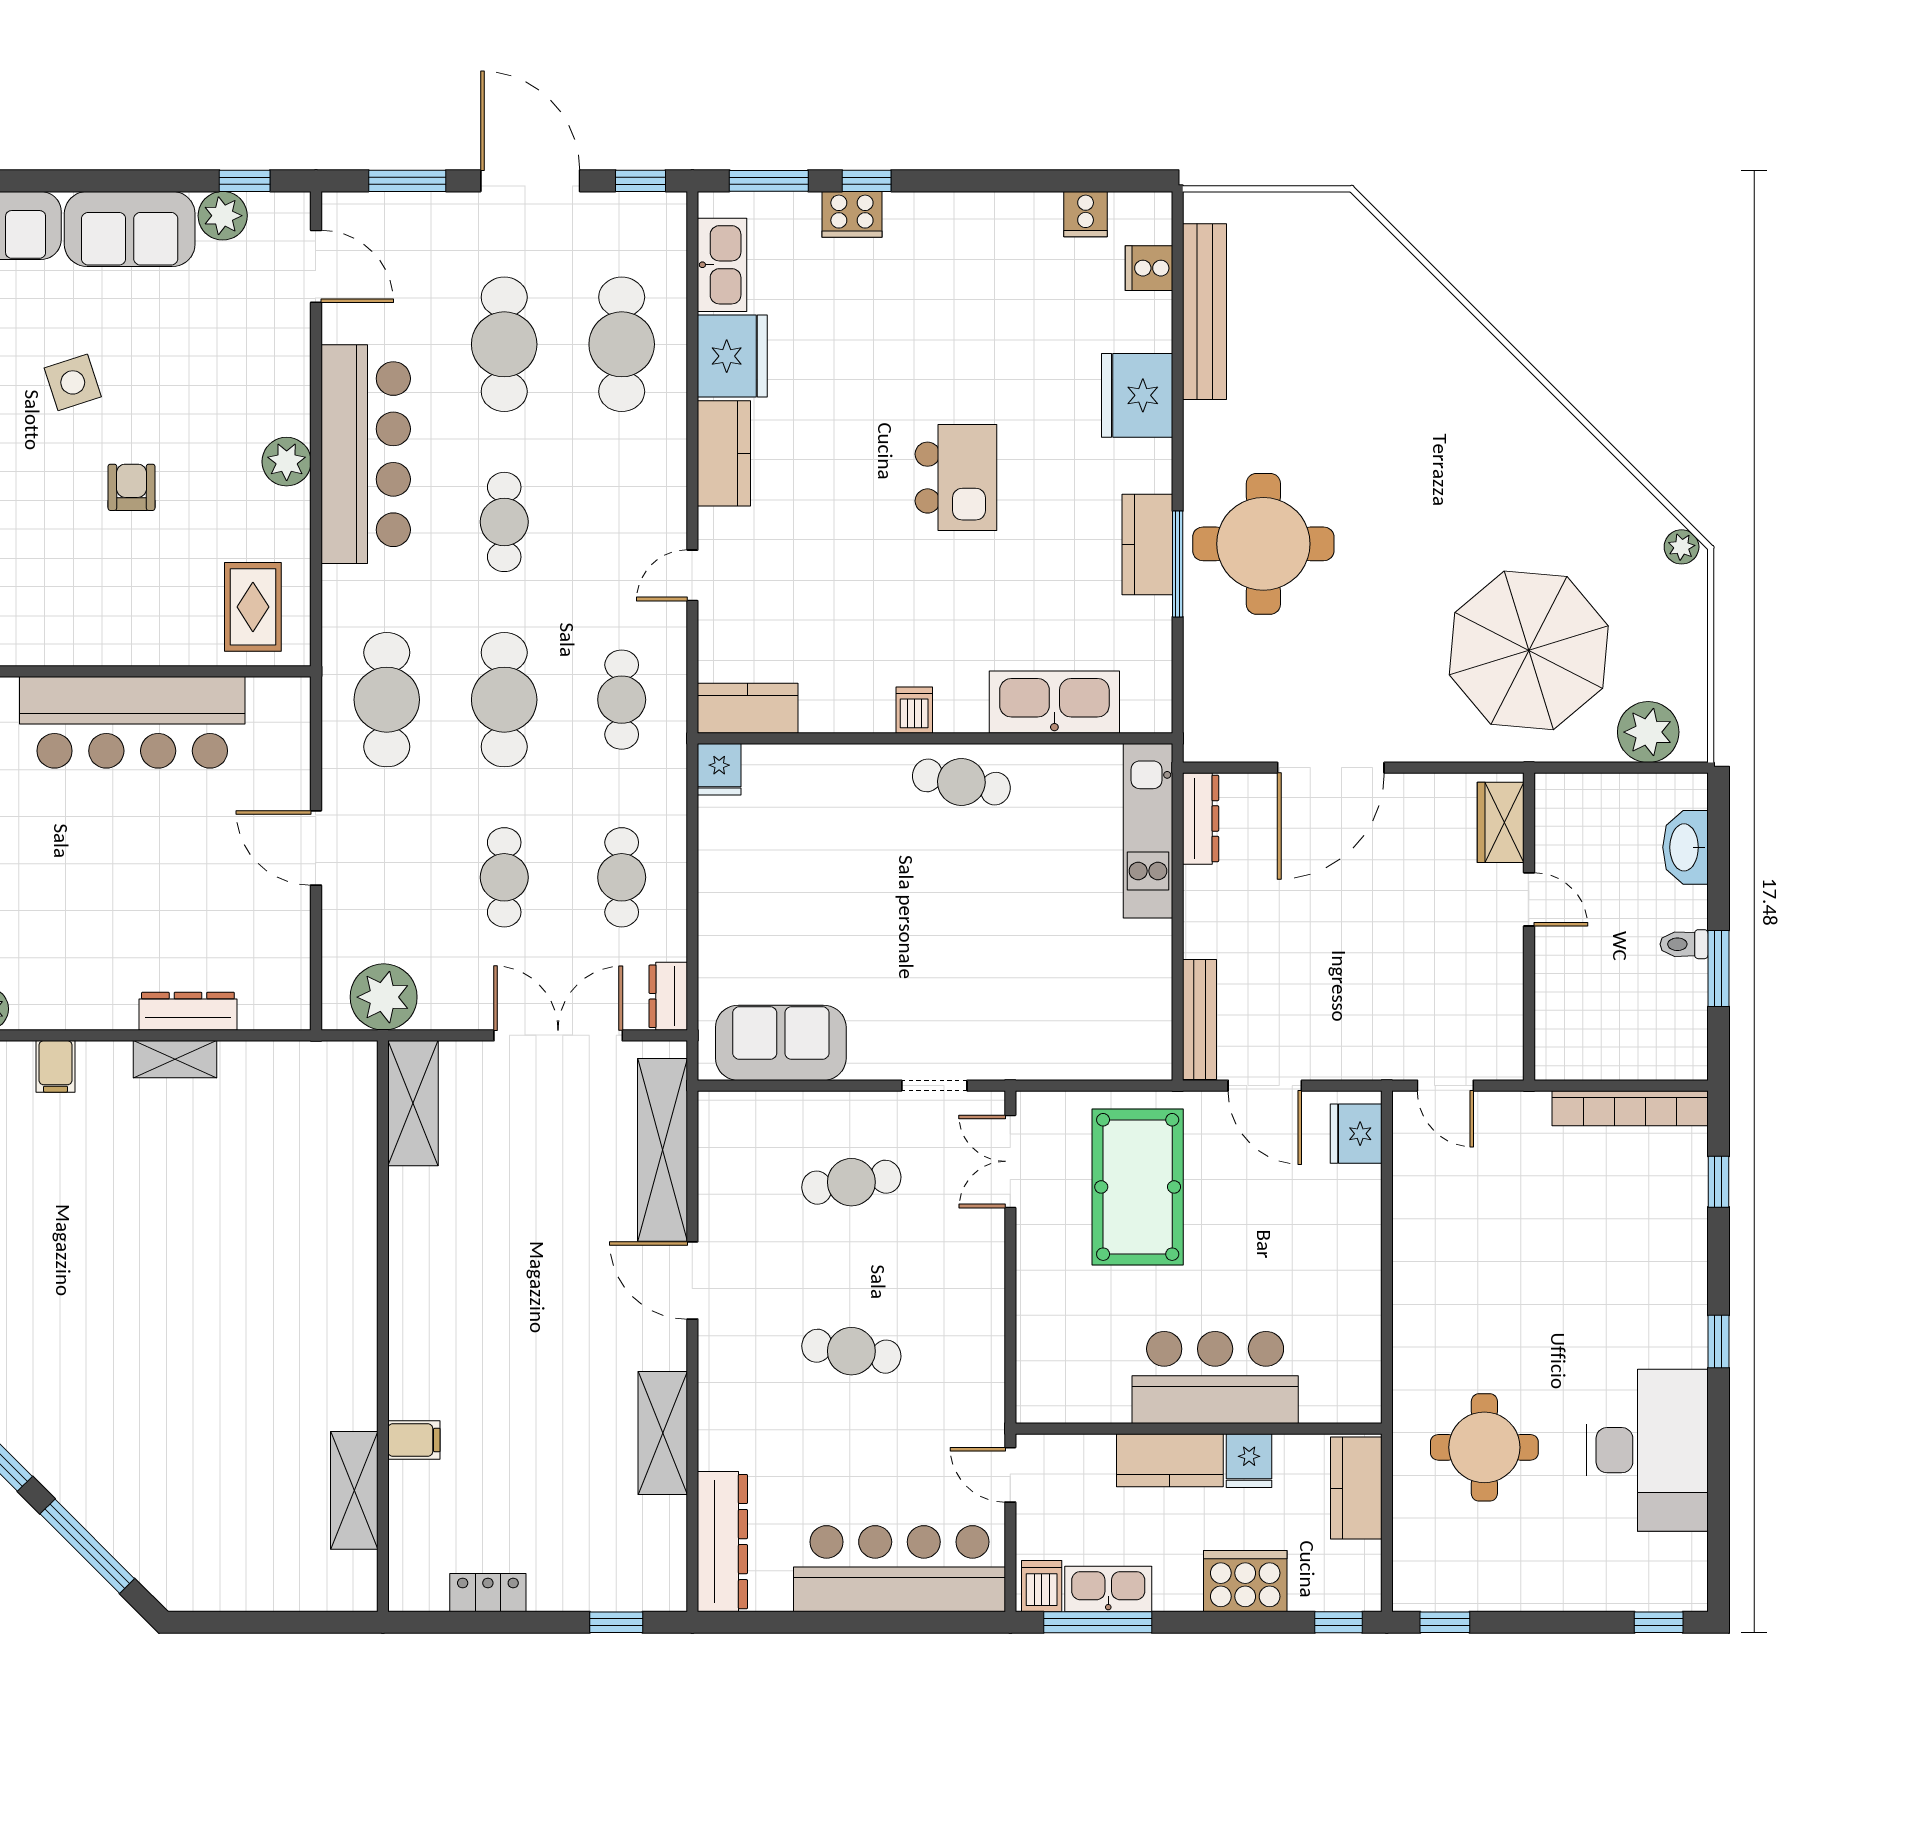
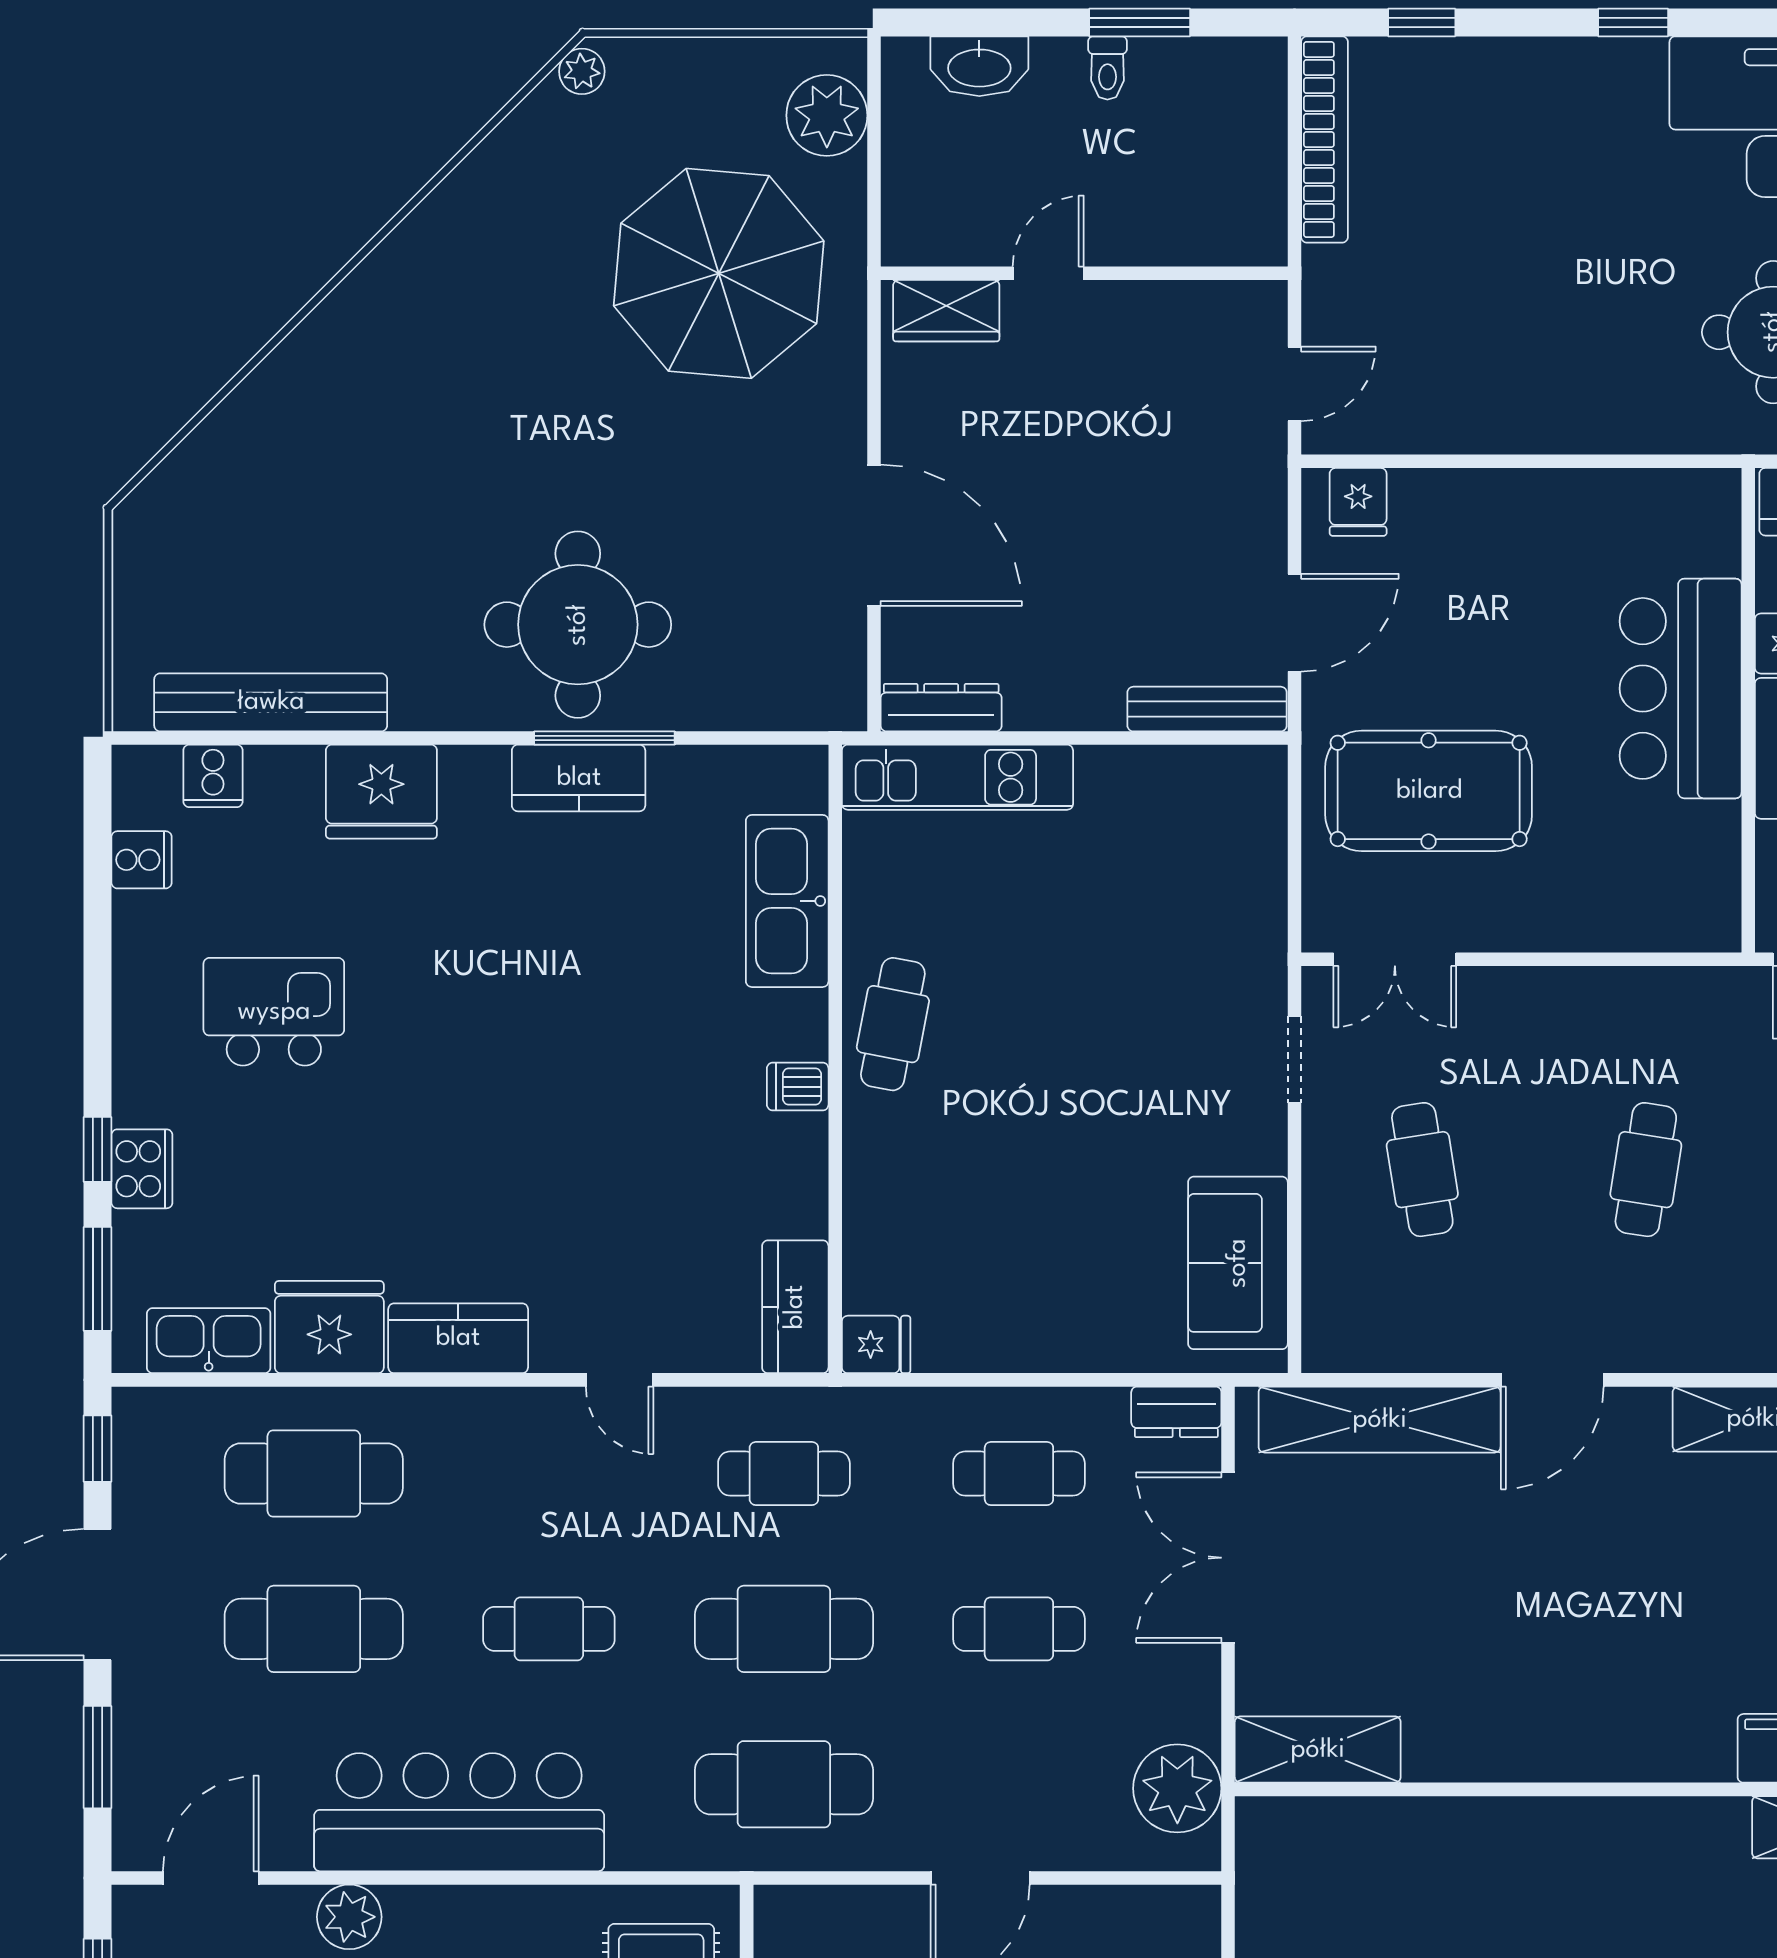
plant: (287, 462) -> (349, 1917), moved
kitchen island: (956, 478) -> (274, 1012), moved
fridge: (1356, 1134) -> (1358, 502), width x0.72

